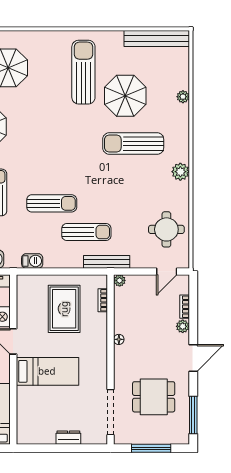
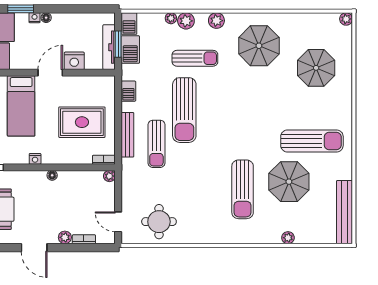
sun lounger: (133, 144) -> (243, 189), turned 180
plant: (180, 172) -> (215, 235), removed
sun lounger: (52, 203) -> (184, 110), width x1.36, depth x1.34
bench: (107, 262) -> (127, 135), moved
bookcase: (103, 300) -> (104, 160), moved
nightstand: (102, 357) -> (35, 159), added

